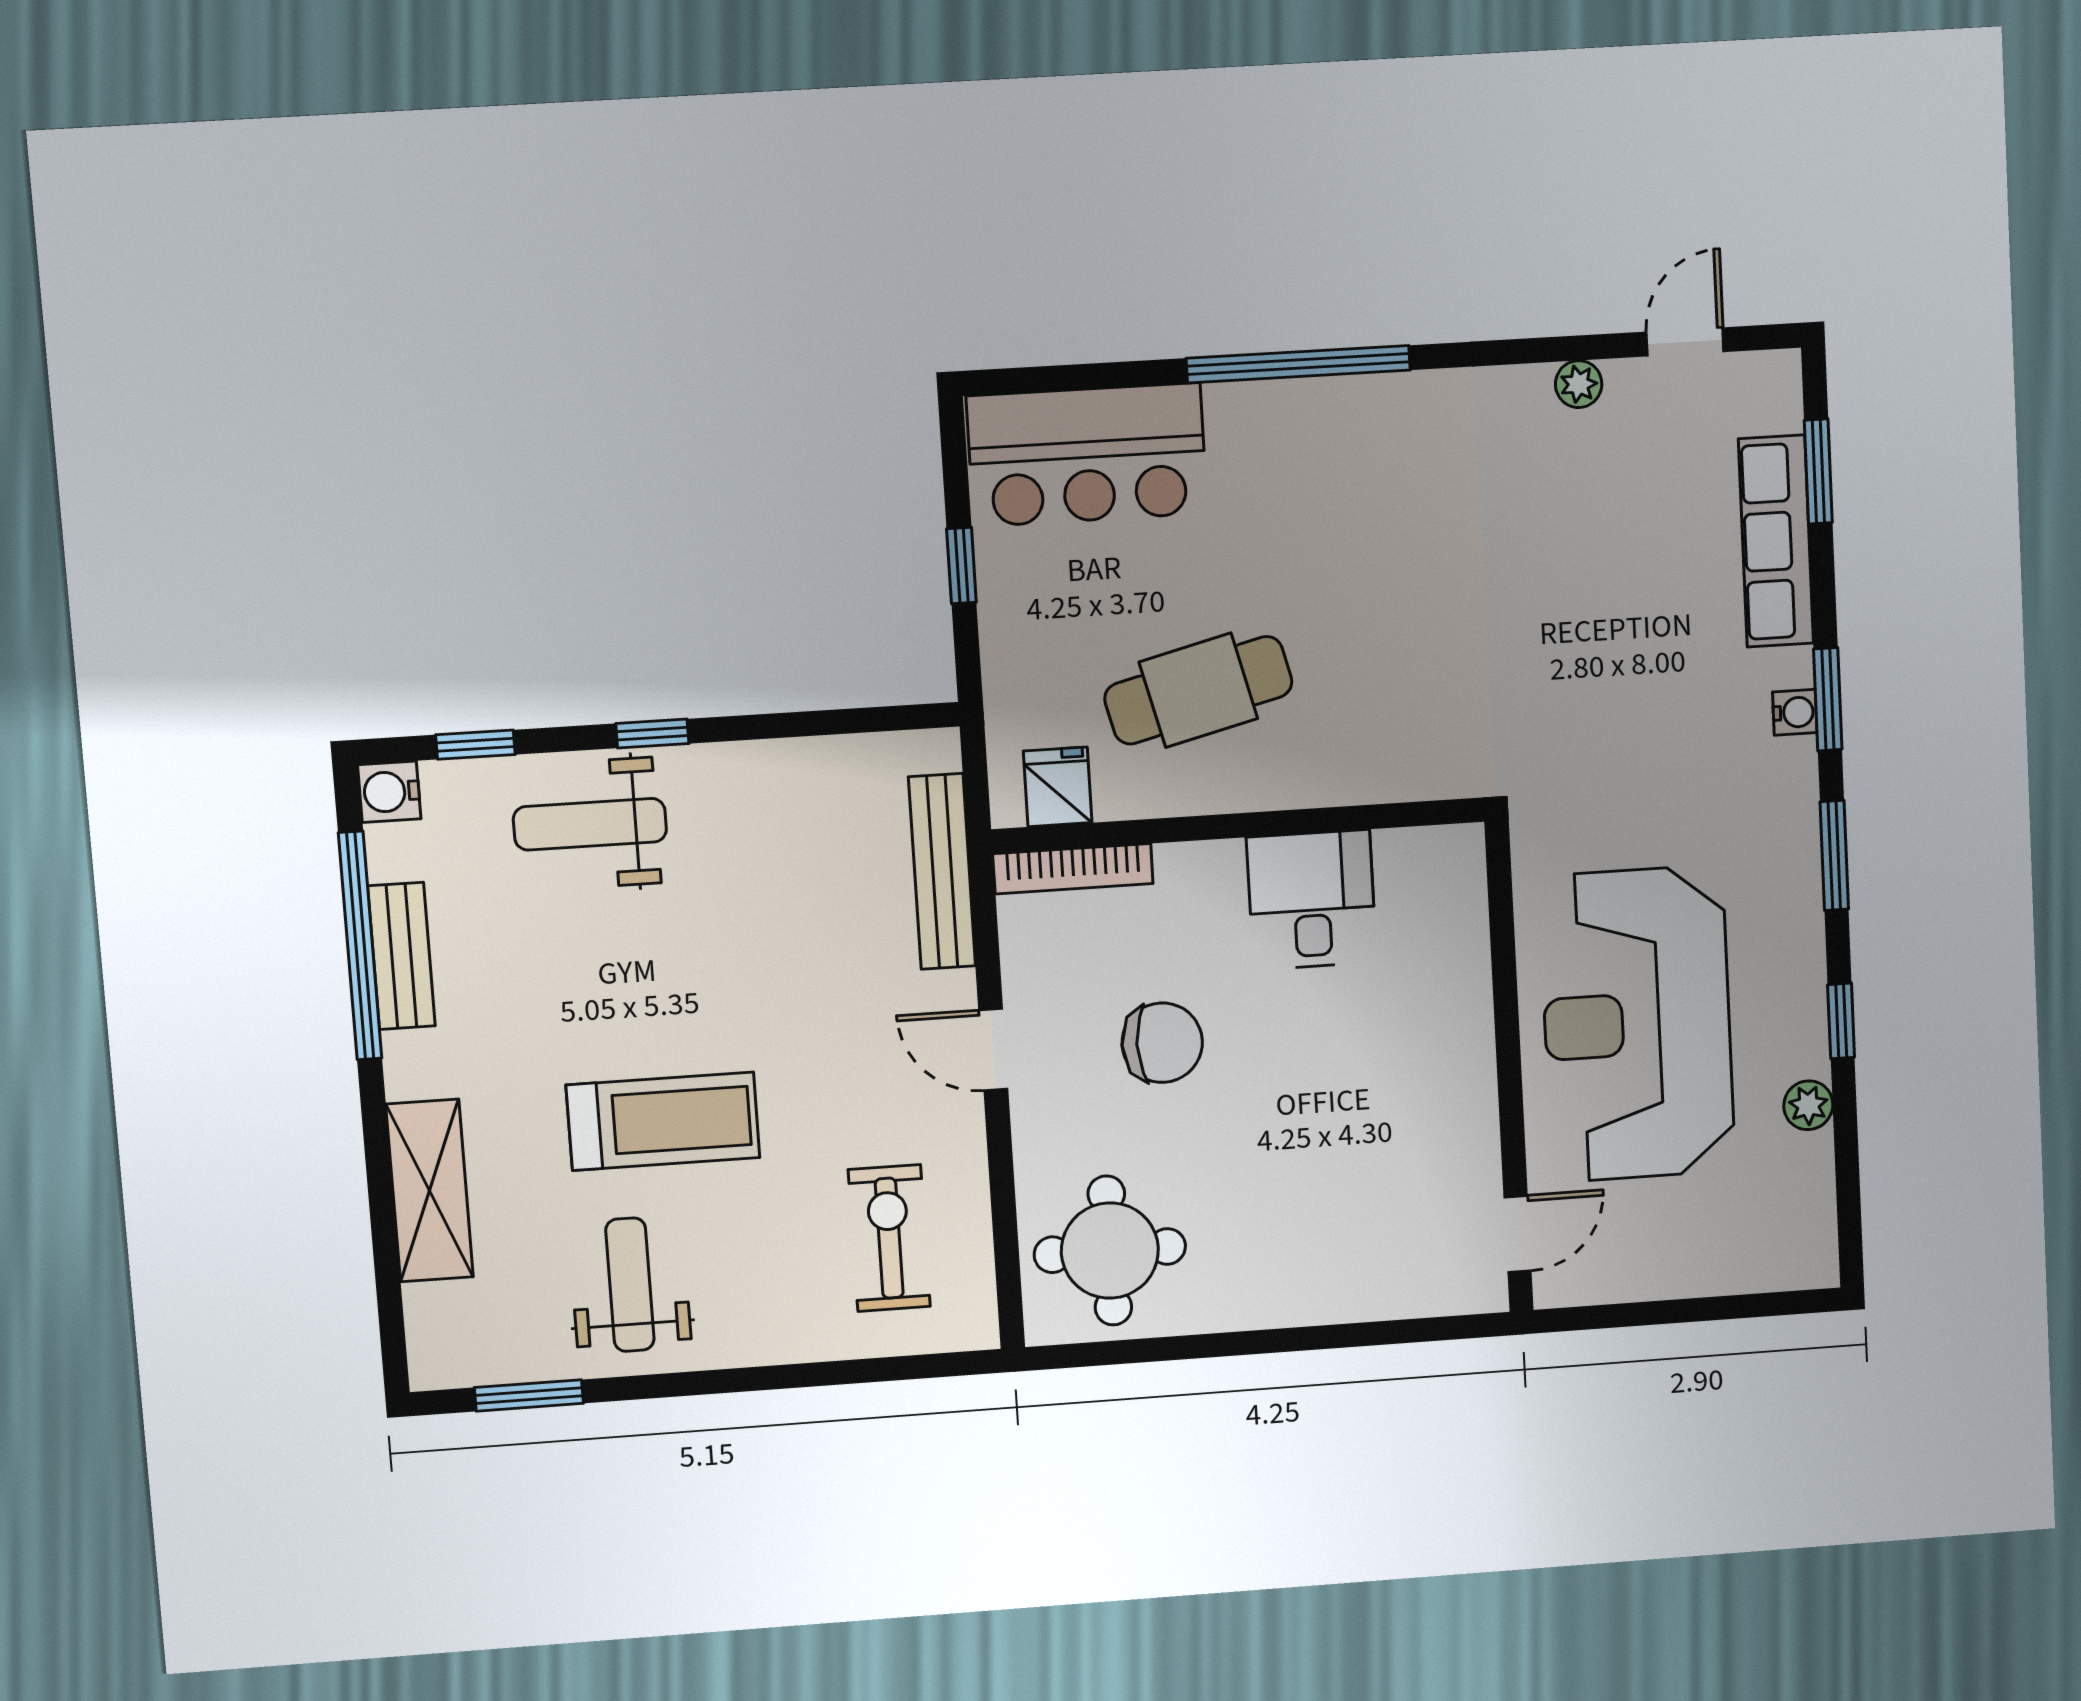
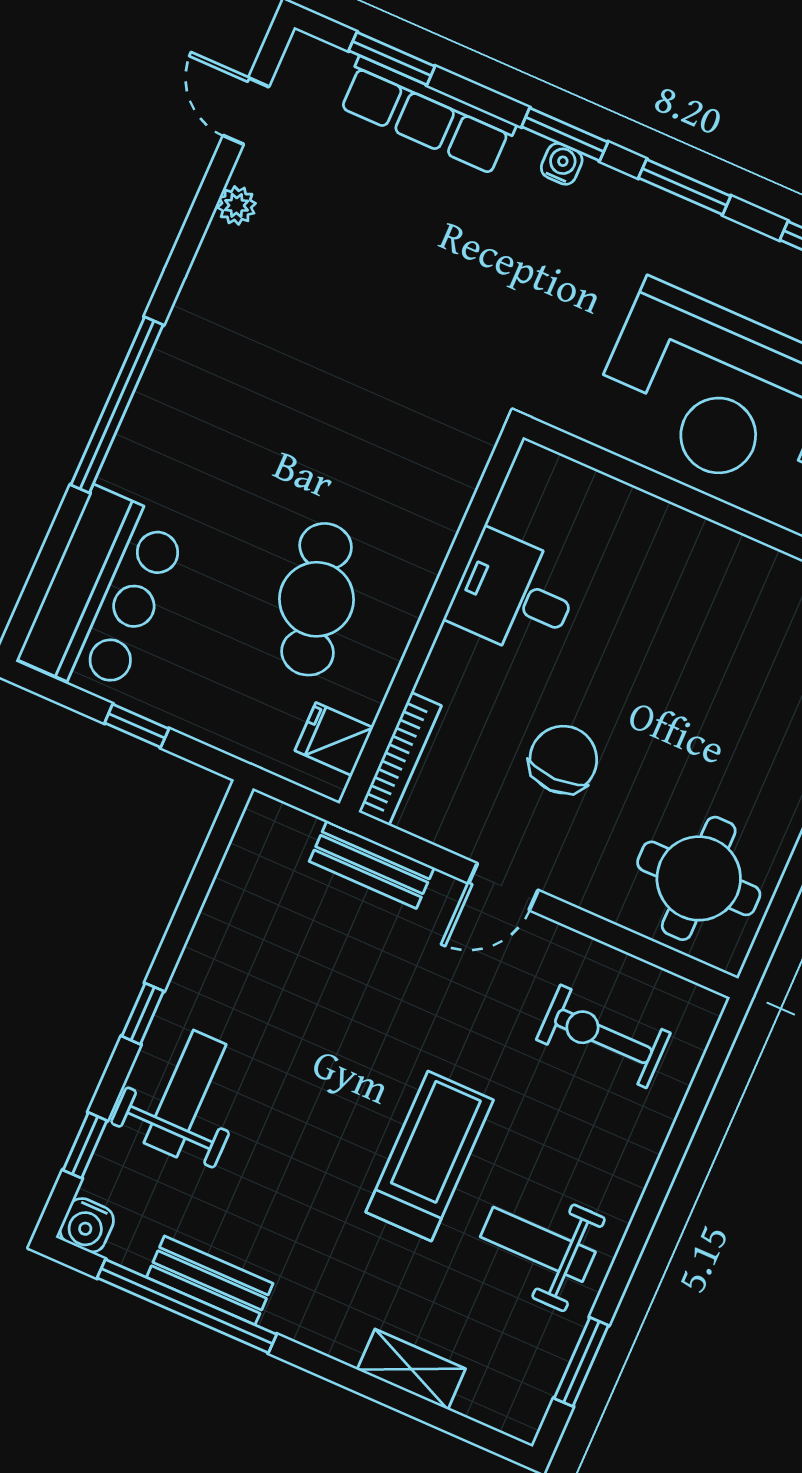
weight bench: (590, 824) -> (185, 1094), turned 180
bench: (942, 872) -> (372, 865), width x0.73
shelving: (430, 1191) -> (411, 1369), width x0.67, depth x0.75

